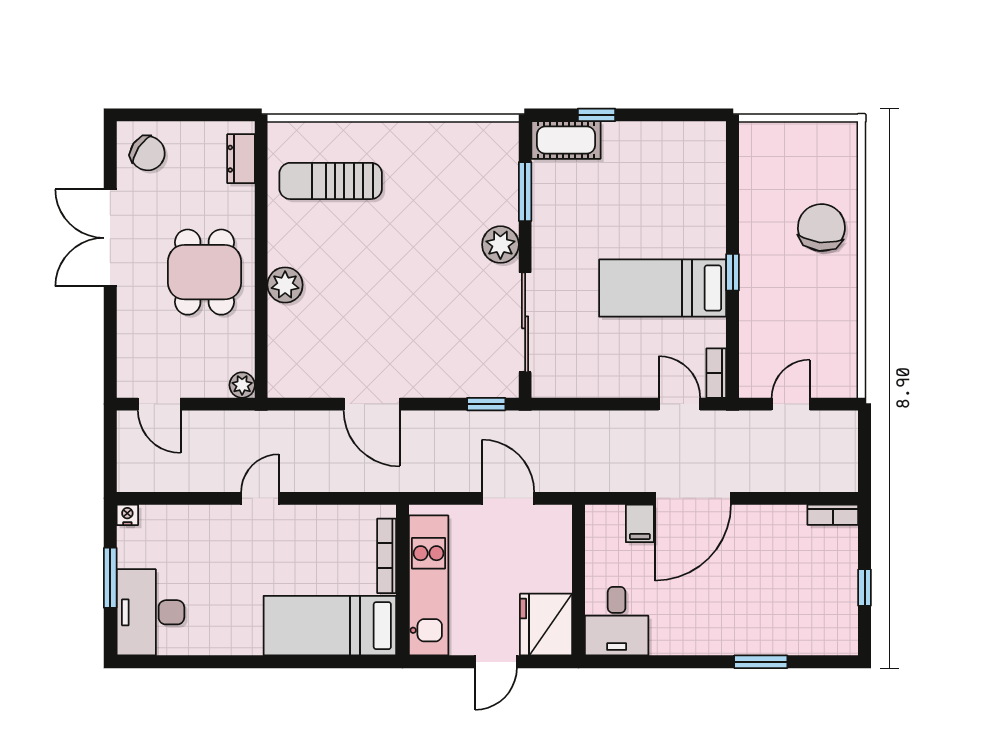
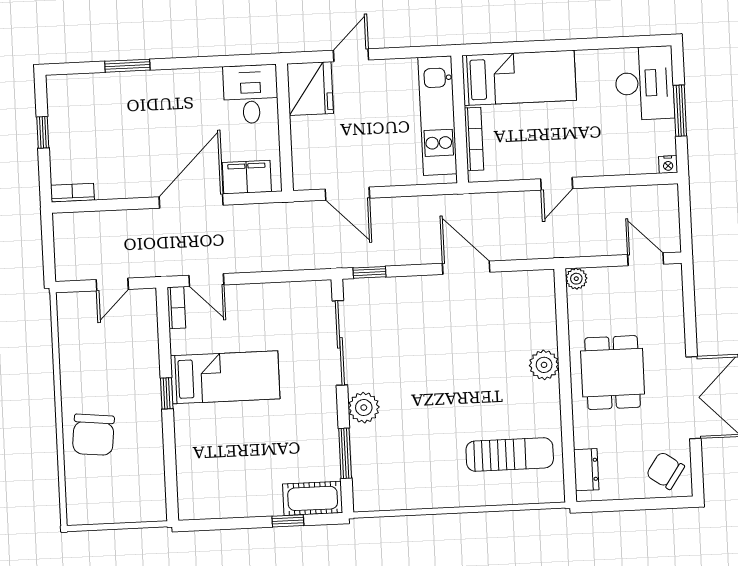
filing cabinet: (640, 523) -> (247, 177), width x2.00
bookcase: (387, 556) -> (474, 139), moved
wall: (403, 580) -> (460, 119), moved
kitchen unit: (429, 585) -> (437, 116), moved
bed: (330, 626) -> (519, 78), moved

